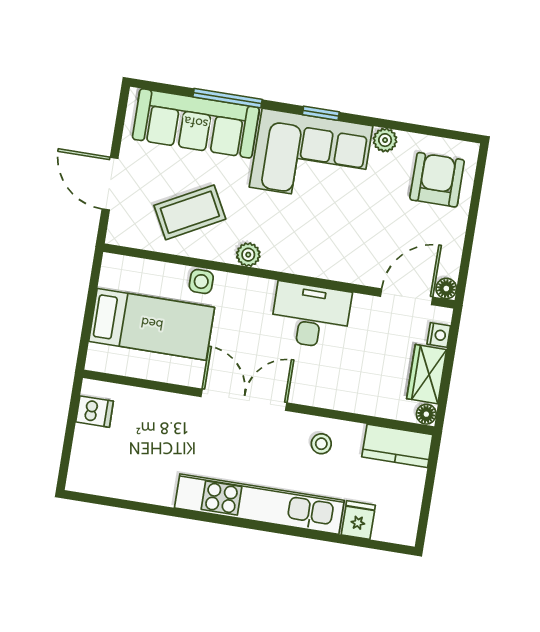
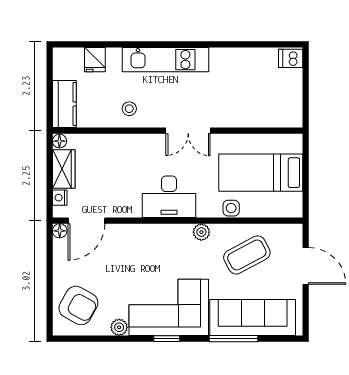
armchair: (437, 180) -> (78, 305), turned -61
desk: (311, 316) -> (169, 197), moved
double door: (244, 400) -> (188, 131), width x0.73
dishwasher: (95, 412) -> (291, 58), moved
kitchen counter: (397, 446) -> (64, 104), moved, turned 90
kitchen unit: (259, 504) -> (166, 60), width x0.73

